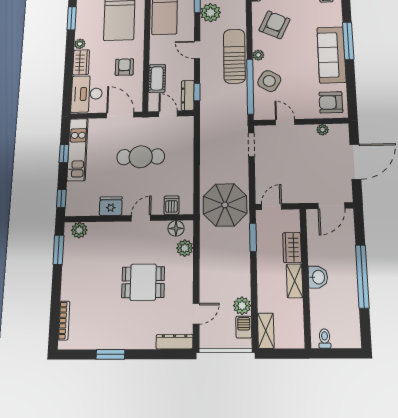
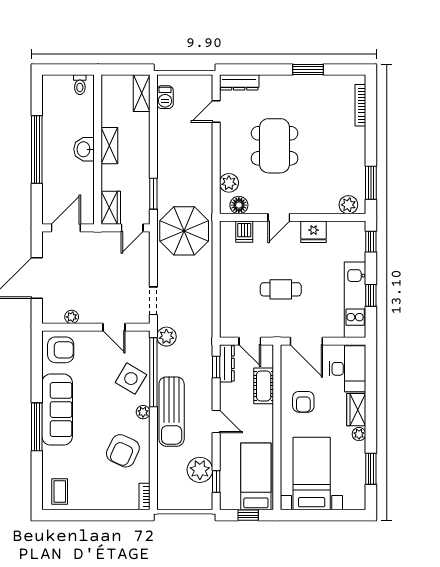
cafe table: (141, 157) -> (281, 289), width x0.73, depth x0.74
wardrobe: (292, 247) -> (111, 208), moved
dining table: (143, 282) -> (274, 146), width x1.37
plant: (242, 306) -> (166, 337), moved

